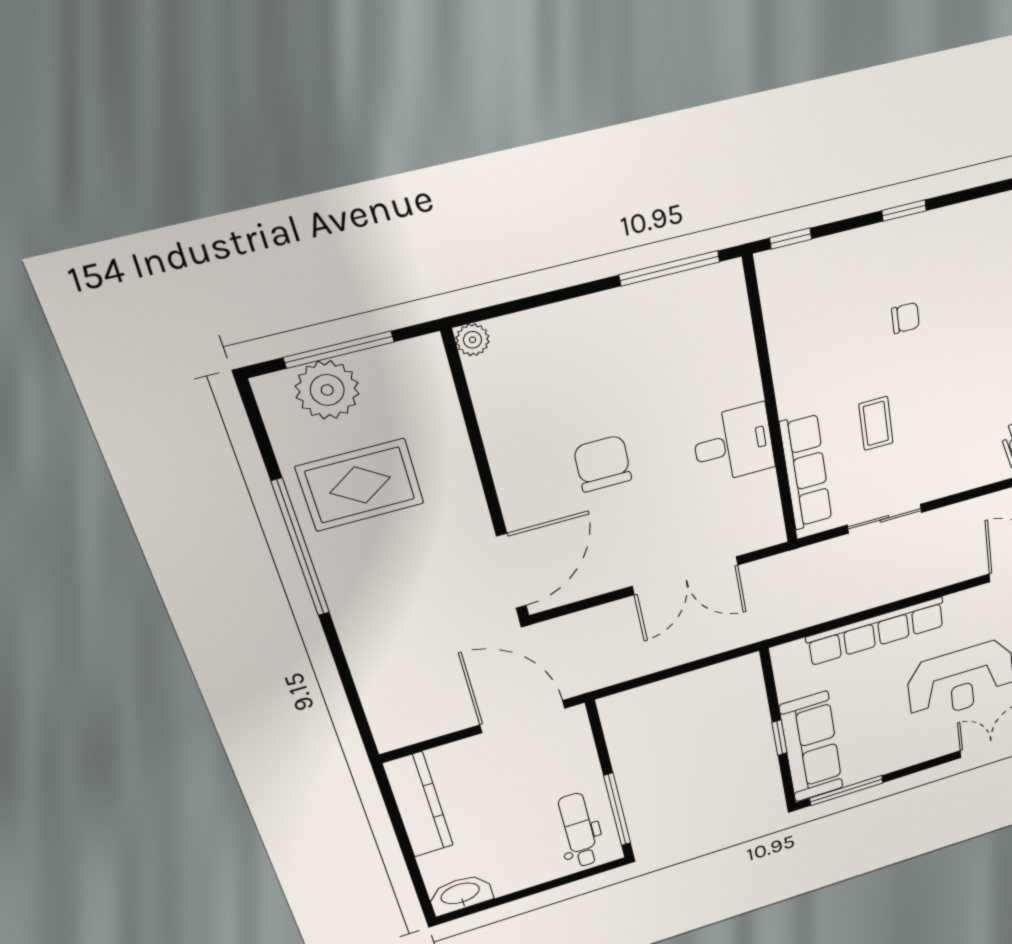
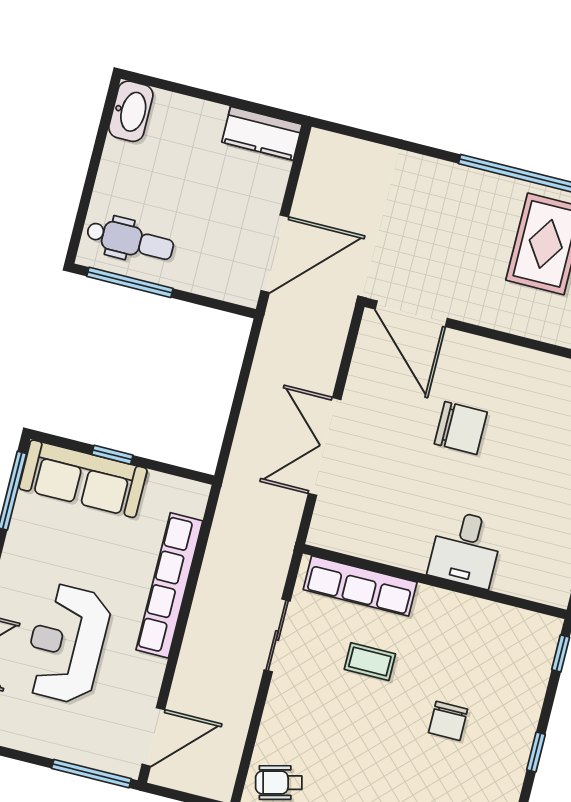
chair: (905, 318) -> (448, 721), width x1.37, depth x1.37
desk: (733, 444) -> (466, 549), moved
kitchen counter: (418, 805) -> (262, 133), width x0.67

